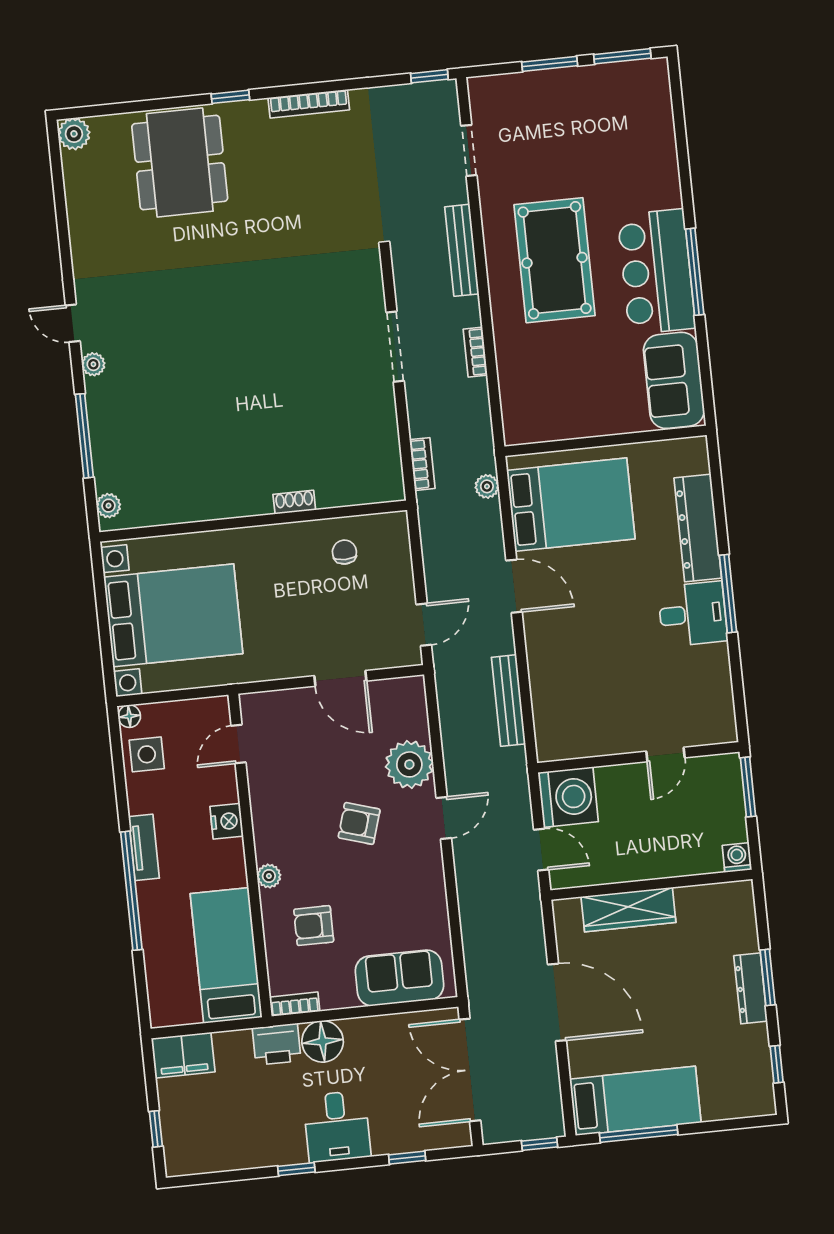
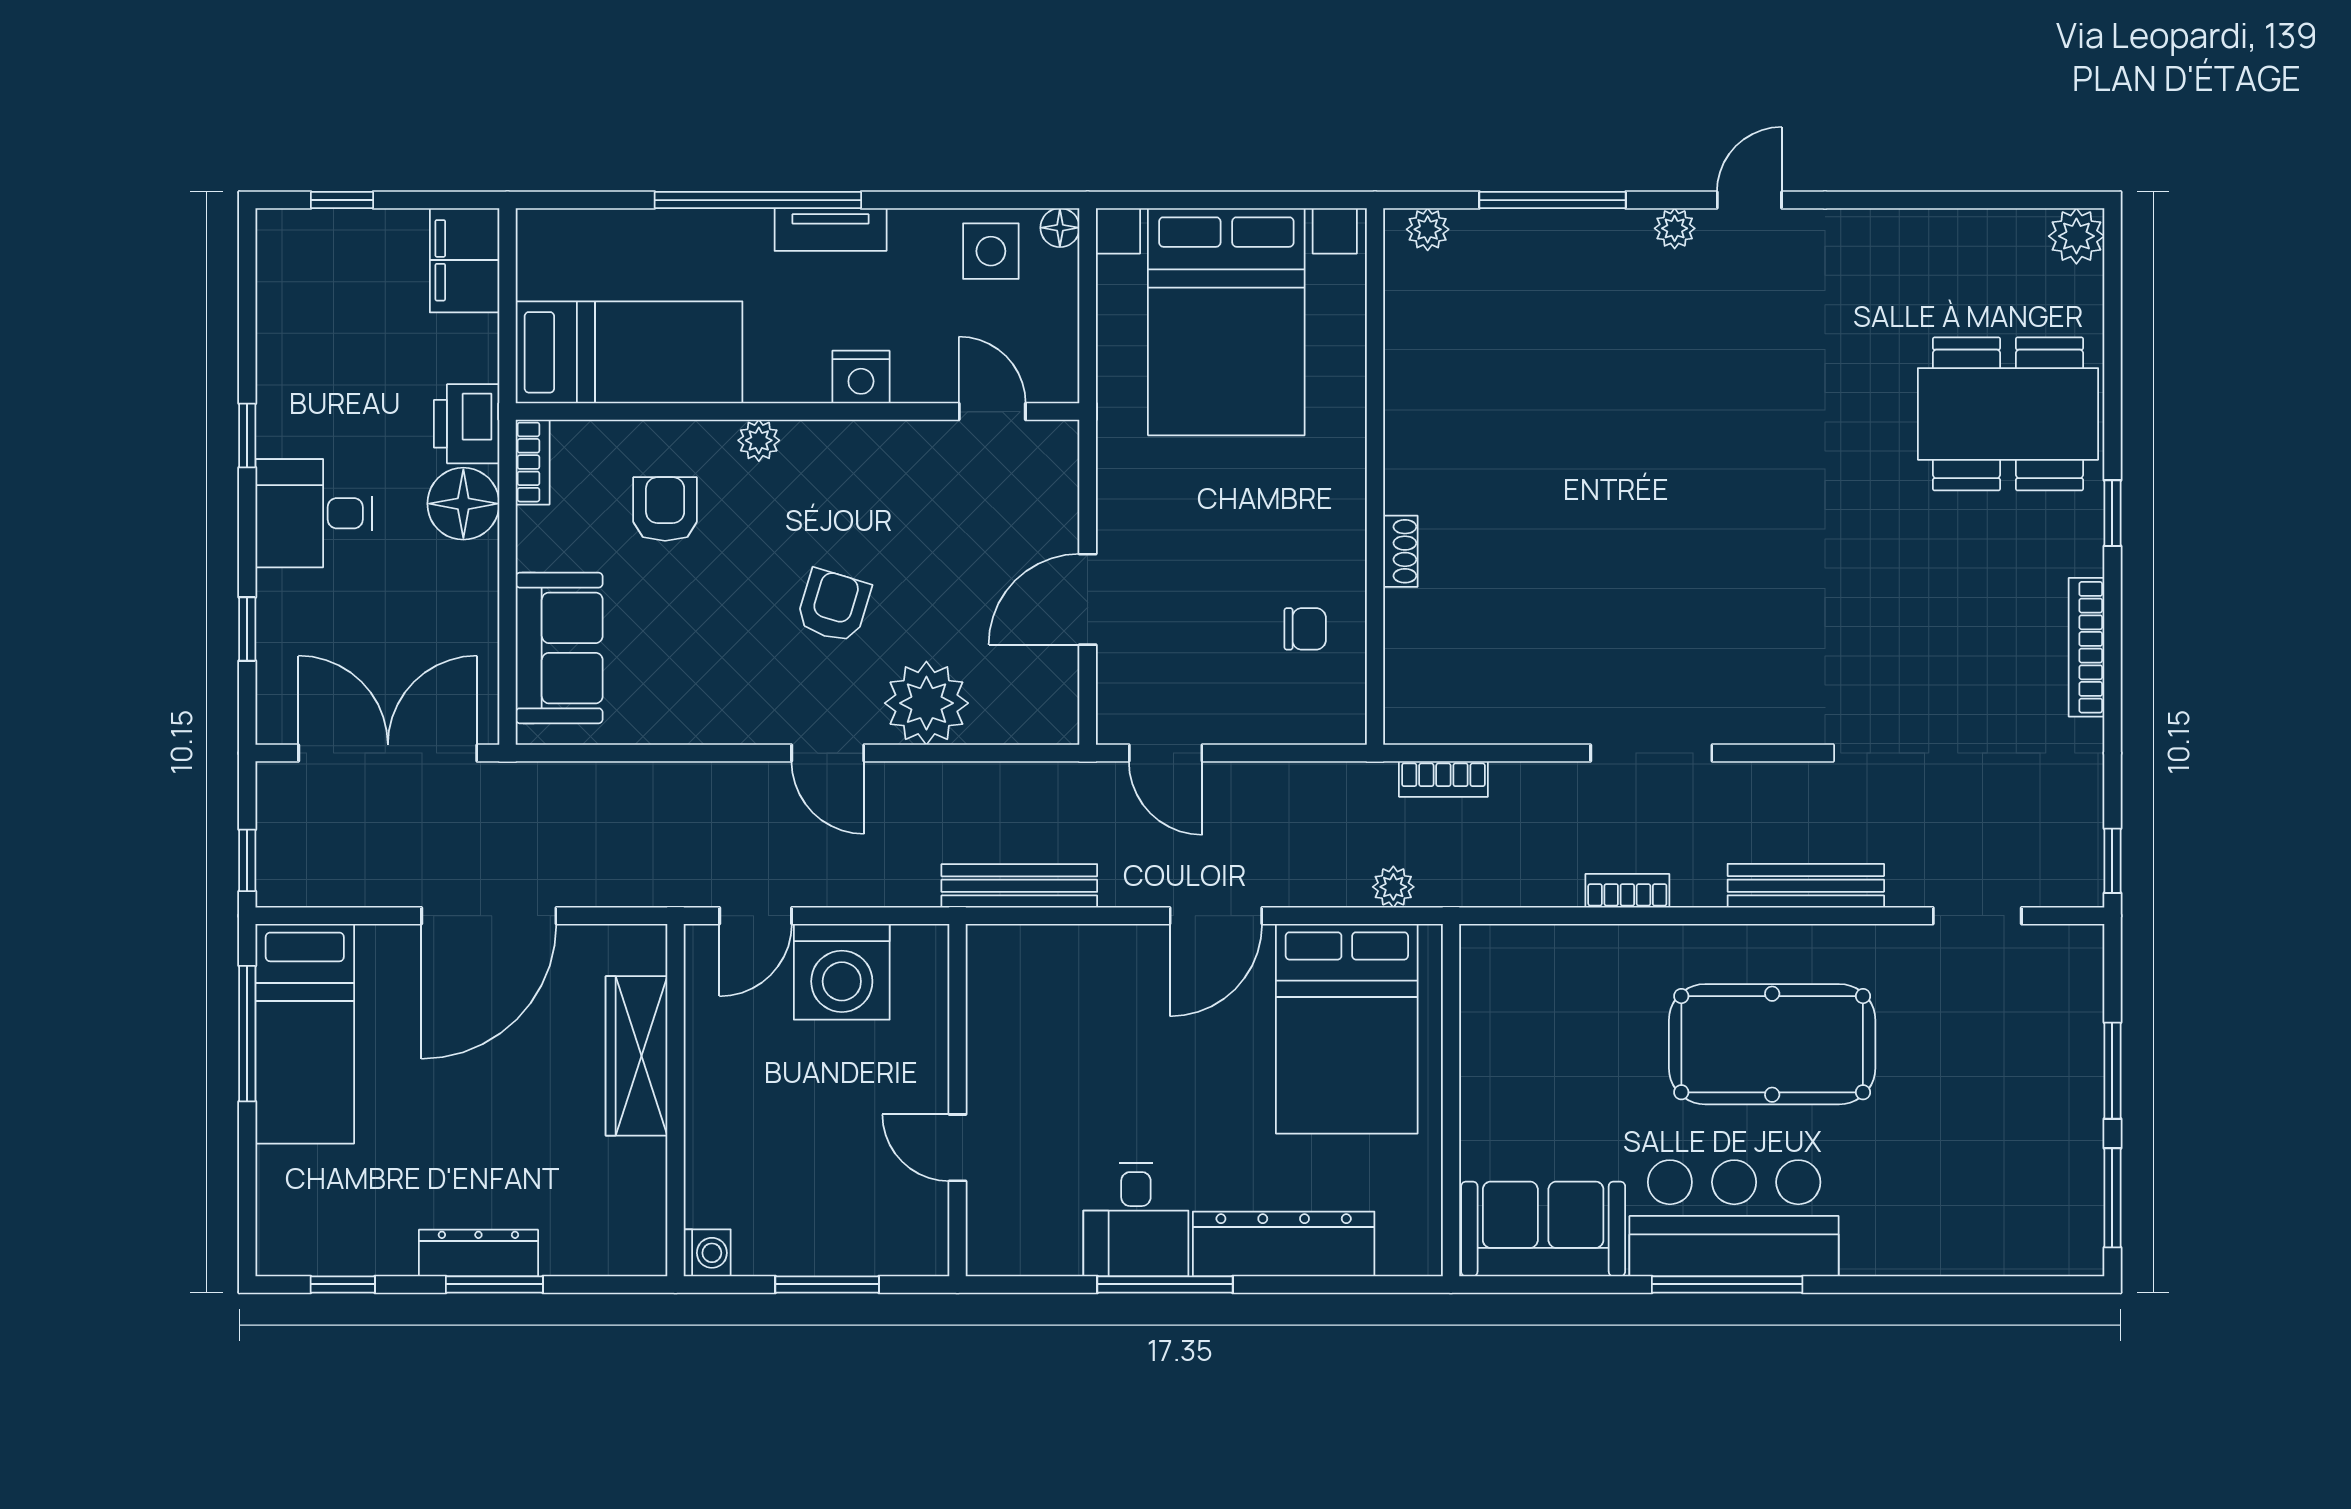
door: (666, 755) -> (957, 1148), moved
wall: (638, 757) -> (957, 1100), moved

